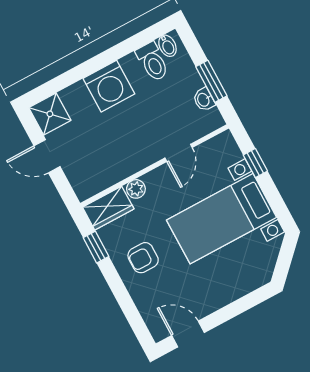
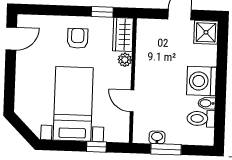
bidet: (167, 46) -> (207, 103), moved

